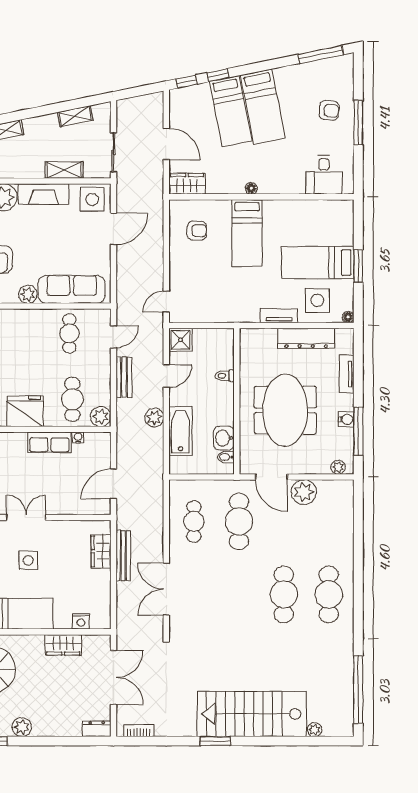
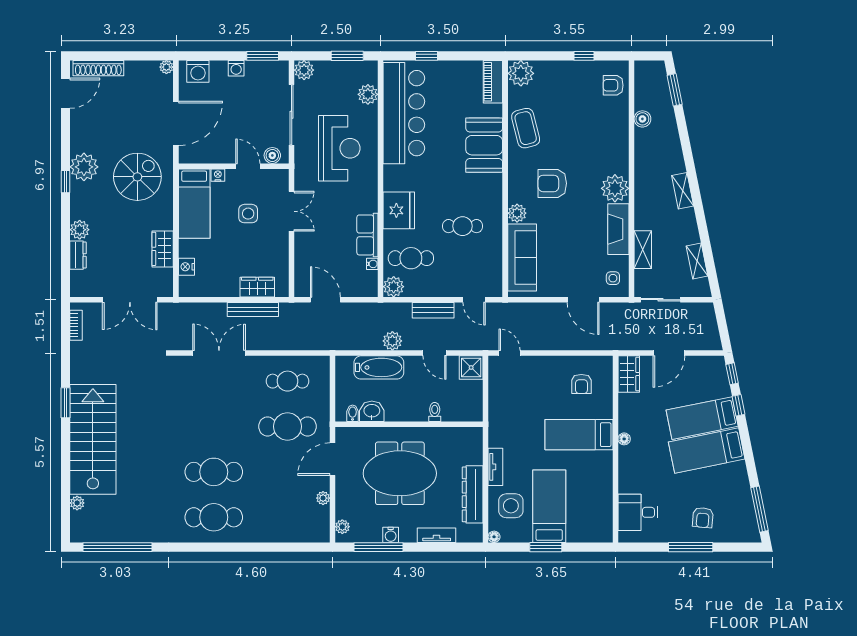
side table: (92, 199) -> (613, 278), width x0.54, depth x0.54
cafe table: (69, 333) -> (463, 226), moved
plant: (304, 492) -> (323, 498), width x0.53, depth x0.53
plant: (22, 727) -> (80, 230), moved
dresser: (97, 729) -> (78, 255), moved

